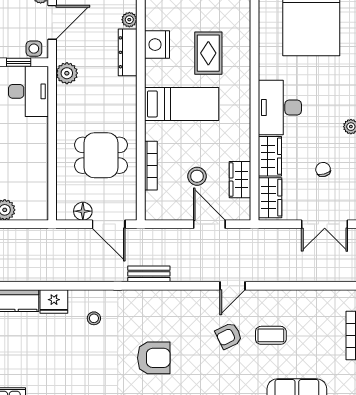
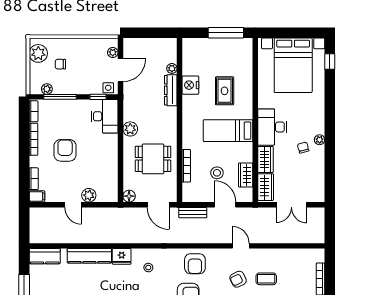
plant: (67, 73) -> (130, 129), moved
bed: (182, 104) -> (228, 131), moved, turned 180
chair: (323, 170) -> (303, 148), moved
floor lamp: (83, 211) -> (129, 196), moved
double door: (325, 224) -> (291, 205), moved
bench: (149, 274) -> (193, 213), moved
door: (233, 286) -> (241, 246), swing flipped
armchair: (164, 313) -> (195, 264), added

